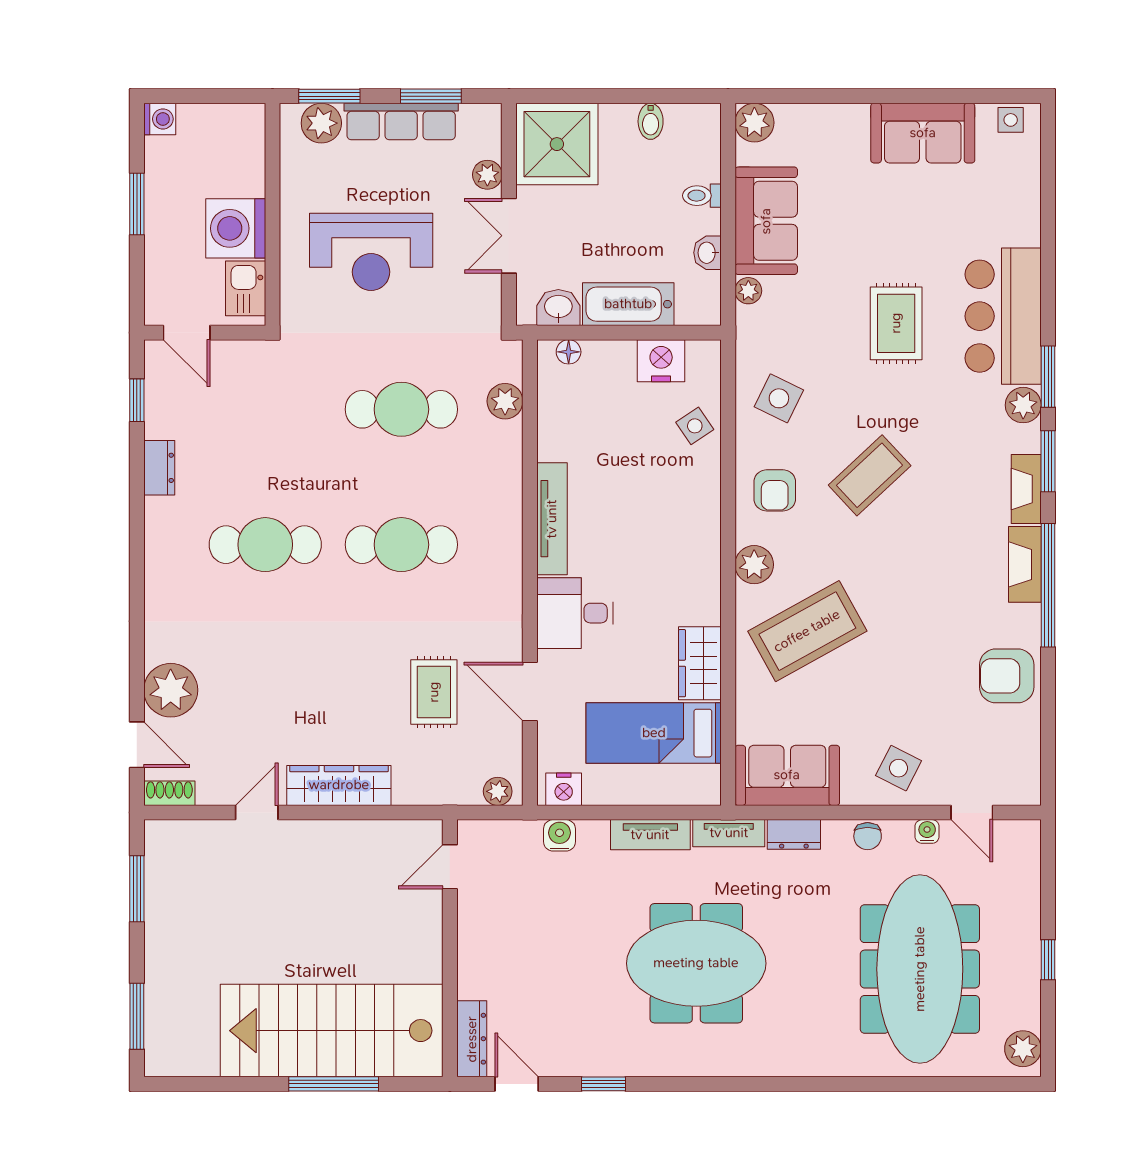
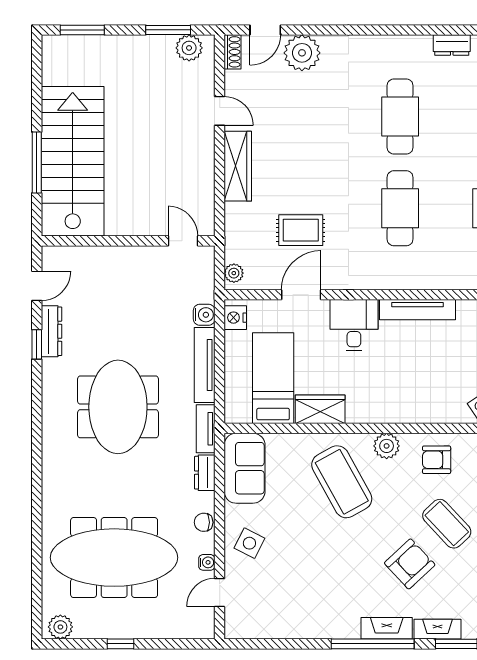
armchair: (1007, 676) -> (410, 564), moved, turned 47
tv unit: (650, 835) -> (205, 365), width x1.41
plant: (163, 858) -> (189, 48), added
dresser: (472, 1039) -> (52, 331), moved, turned -90

